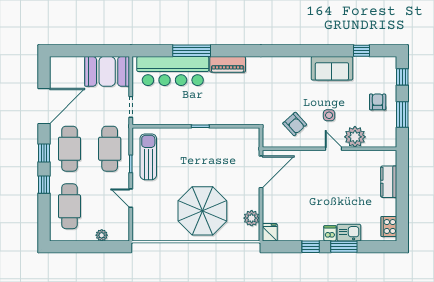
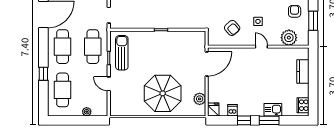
plant: (355, 137) -> (289, 38), moved
window: (44, 153) -> (43, 50), removed
dishwasher: (330, 233) -> (233, 110), moved

